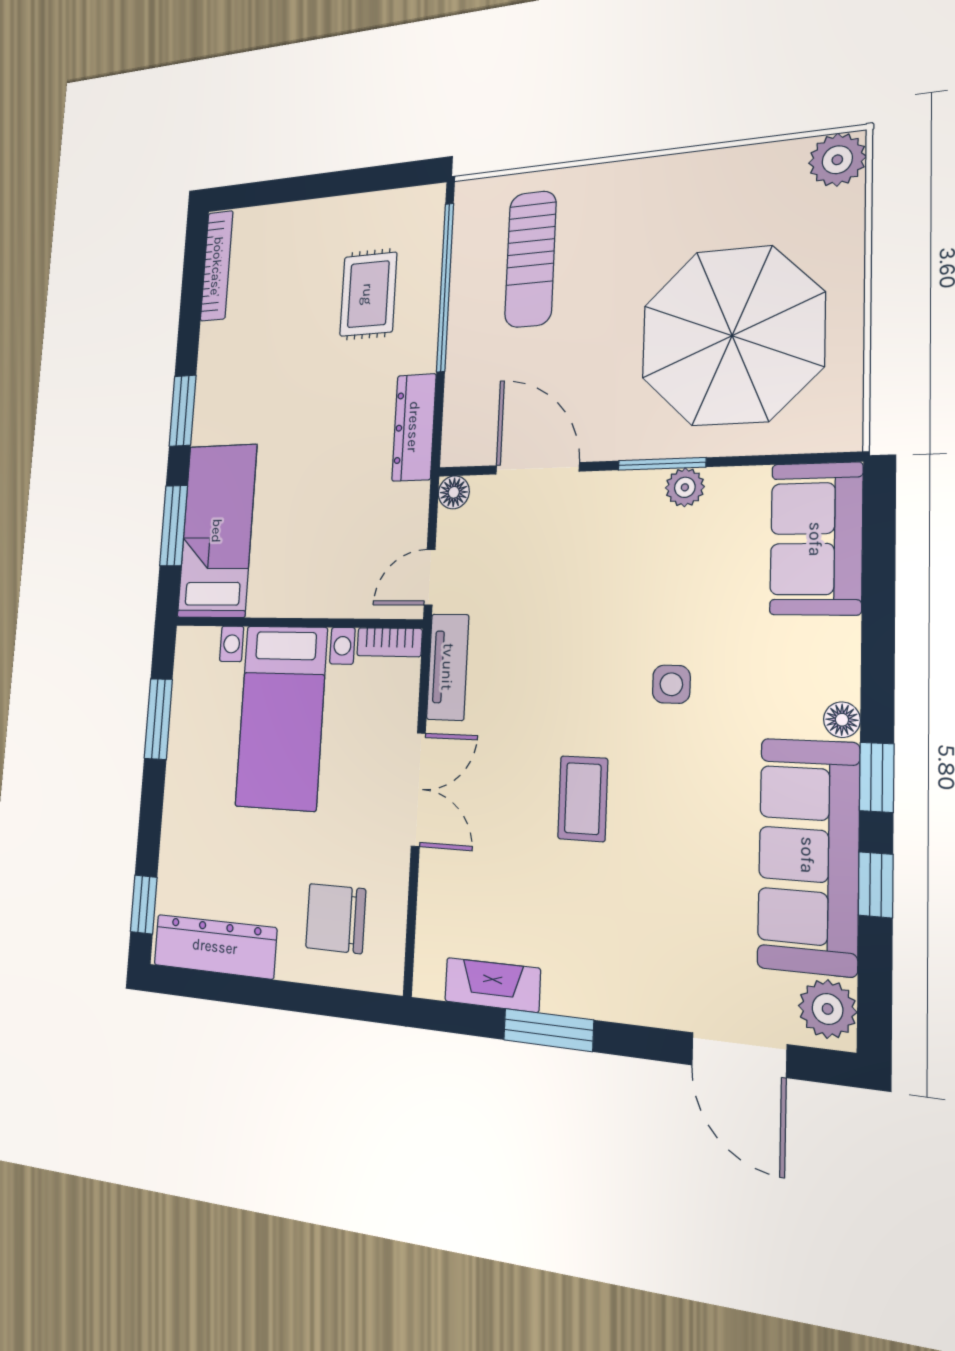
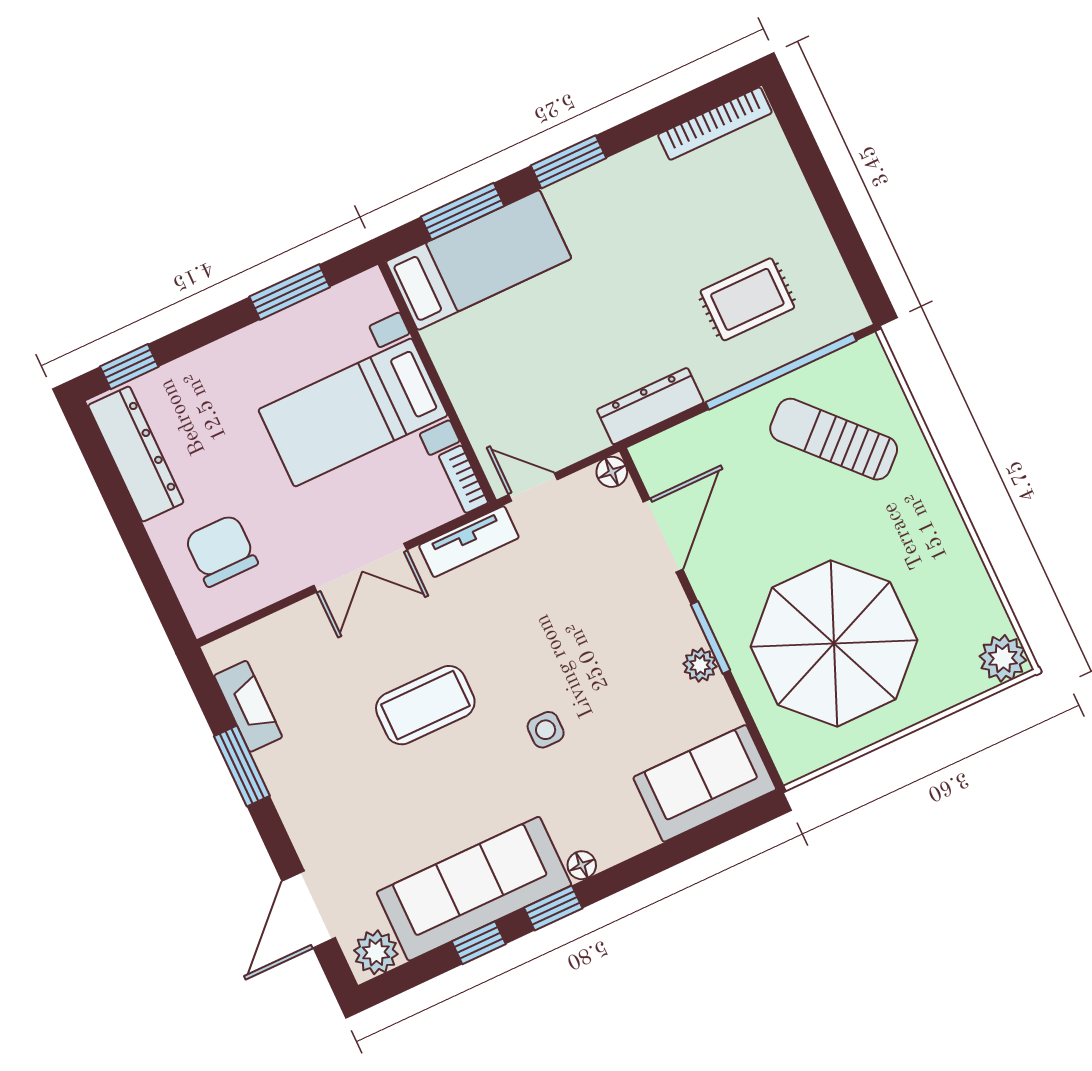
sun lounger: (531, 259) -> (834, 439), turned 47
coffee table: (583, 799) -> (425, 705), width x1.36, depth x1.30

